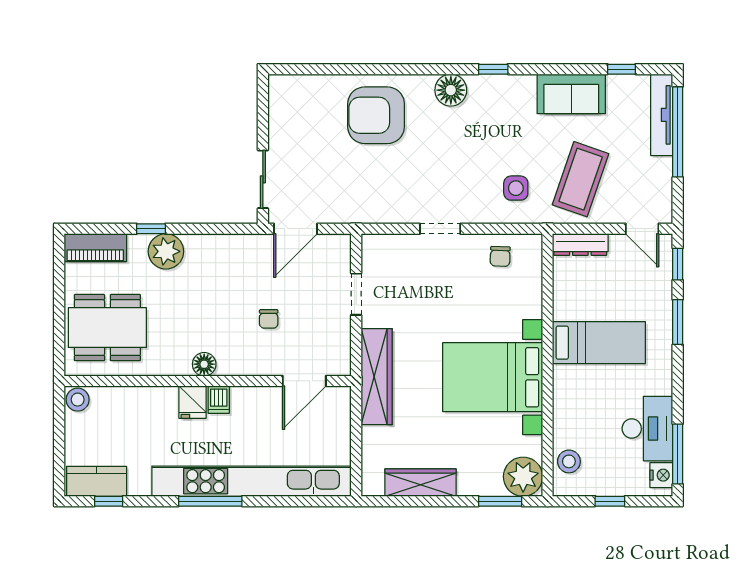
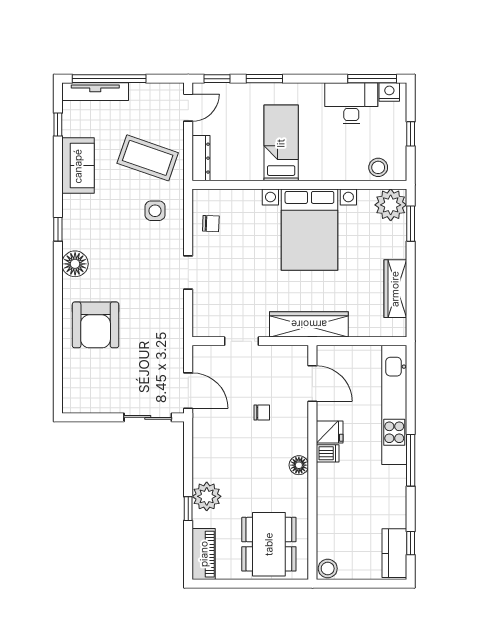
fridge: (192, 402) -> (330, 432), moved
kitchen unit: (252, 481) -> (394, 405), width x0.73

